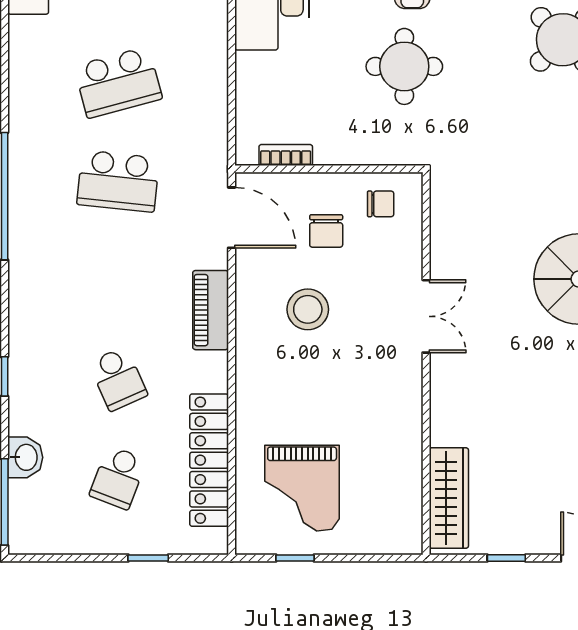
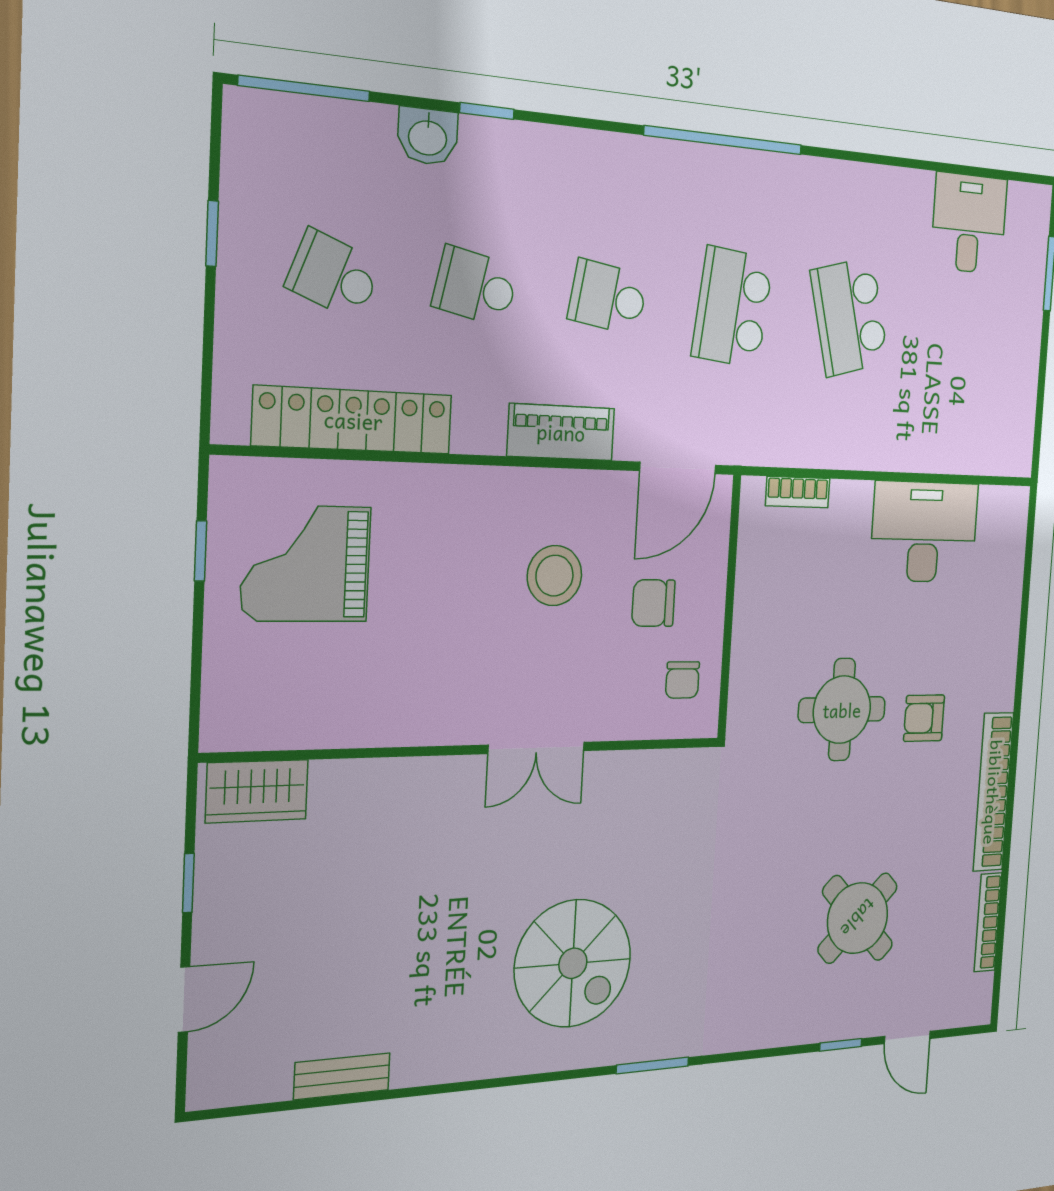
bookcase: (286, 155) -> (798, 492), moved, turned 90
school desk: (118, 280) -> (608, 297), added
school desk: (118, 379) -> (475, 286), turned 36
washbasin: (25, 457) -> (428, 136), moved
wardrobe: (449, 498) -> (257, 791), width x0.67
window: (148, 558) -> (212, 234), moved

